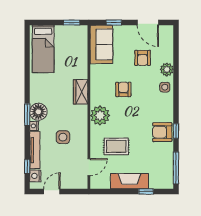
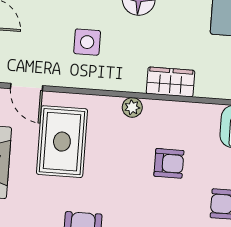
plant: (100, 115) -> (132, 107), width x0.53, depth x0.53
rug: (116, 146) -> (62, 142), width x1.36, depth x1.43

